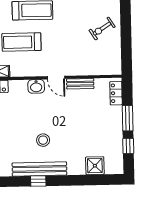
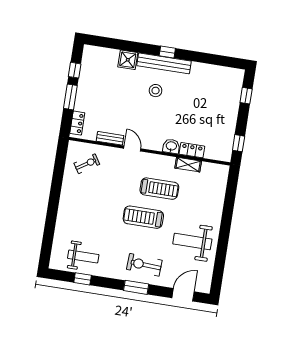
exercise bike: (102, 29) -> (87, 164), moved
washbasin: (36, 86) -> (171, 146), moved
shower: (95, 166) -> (128, 60), moved

